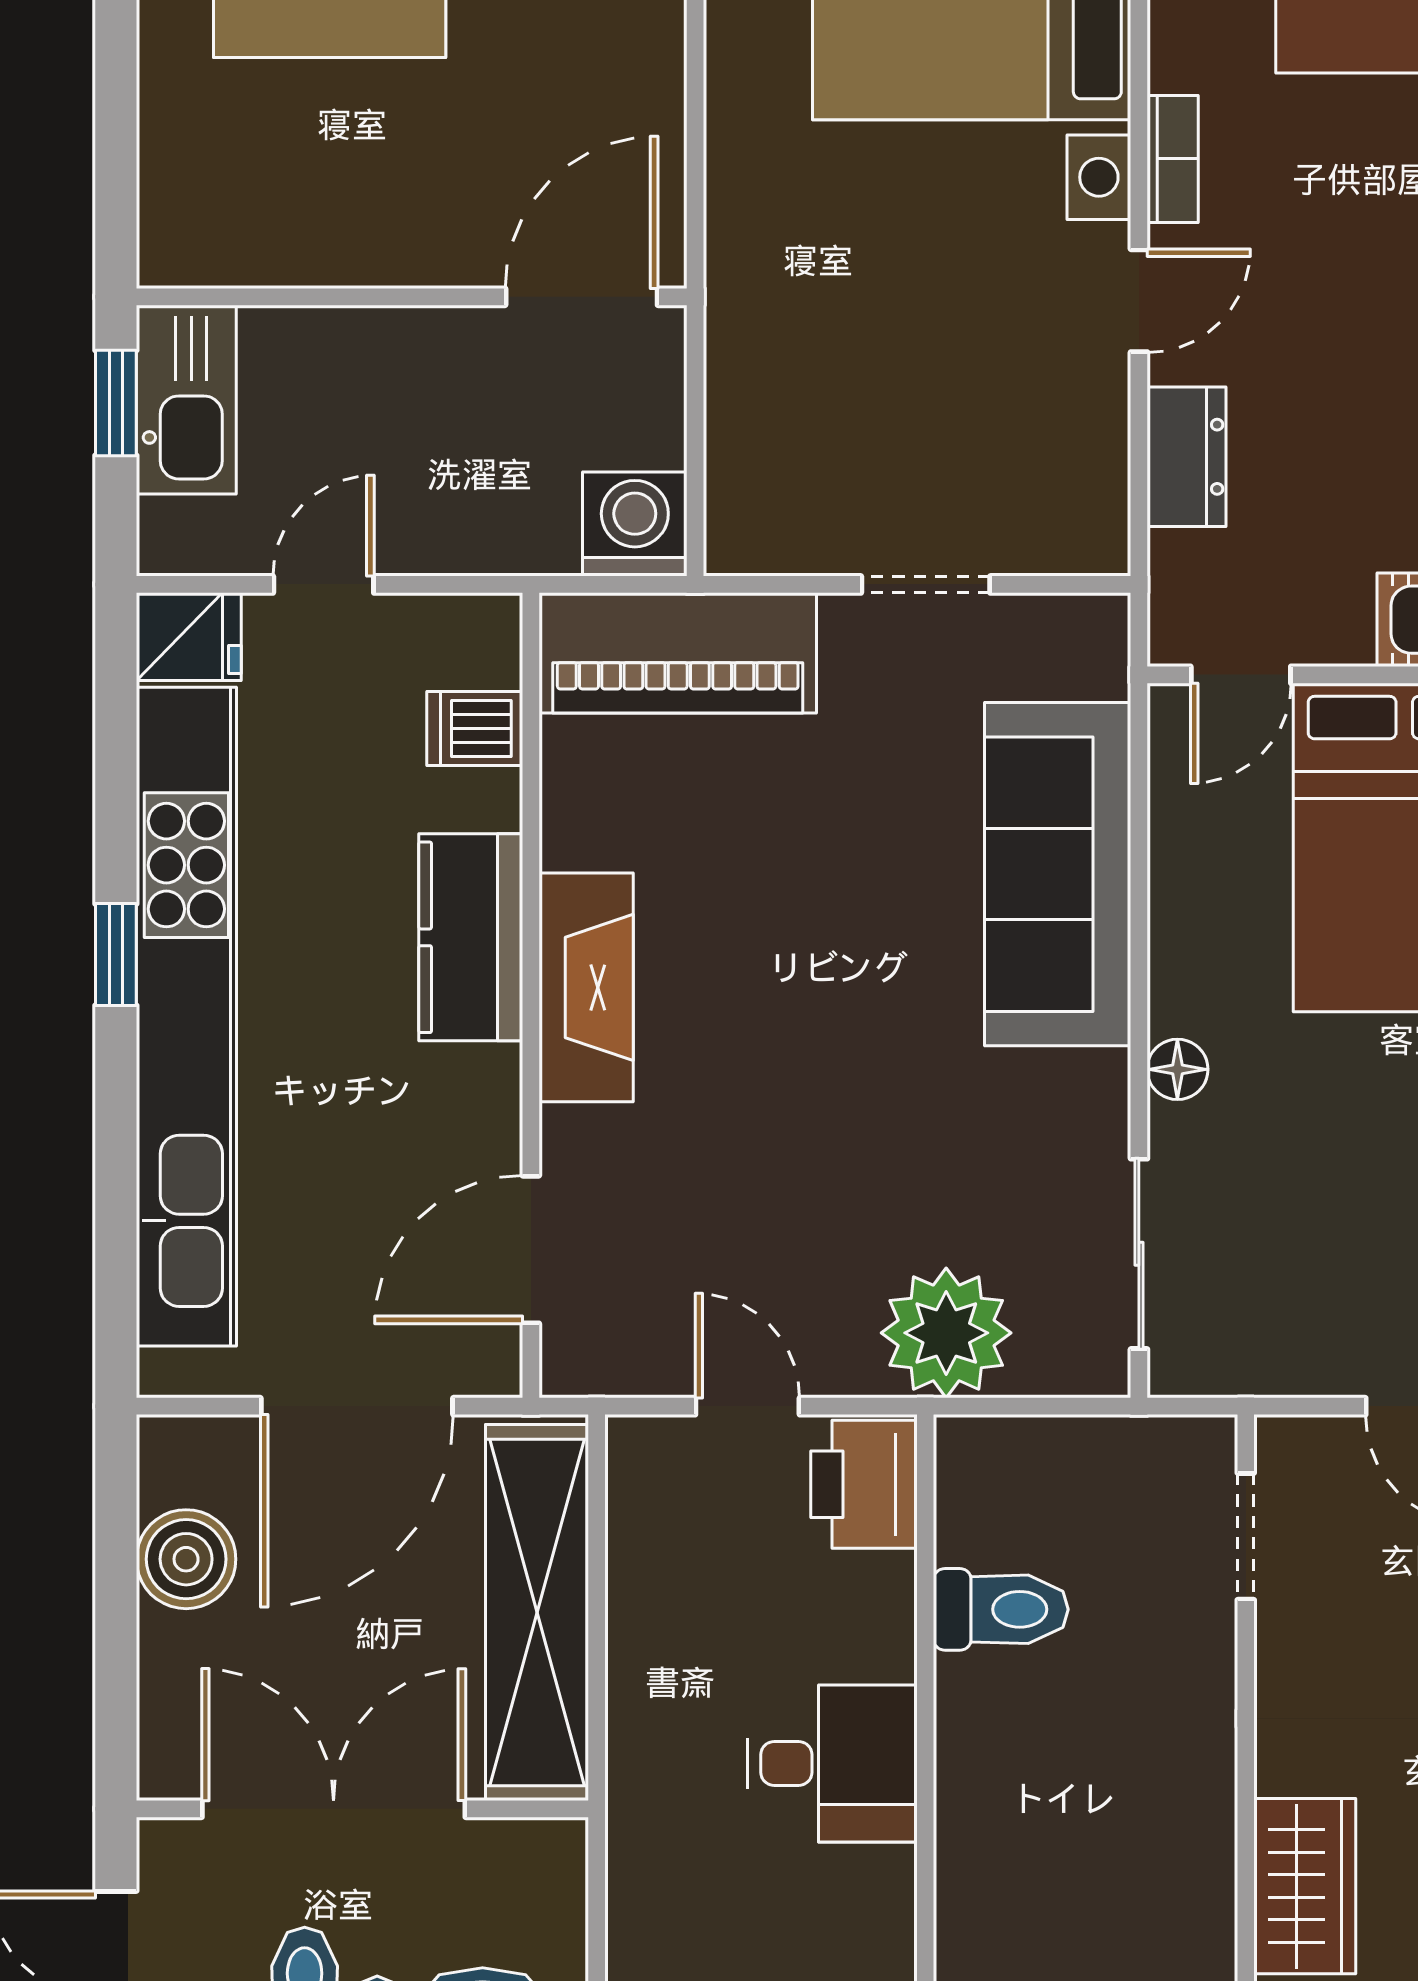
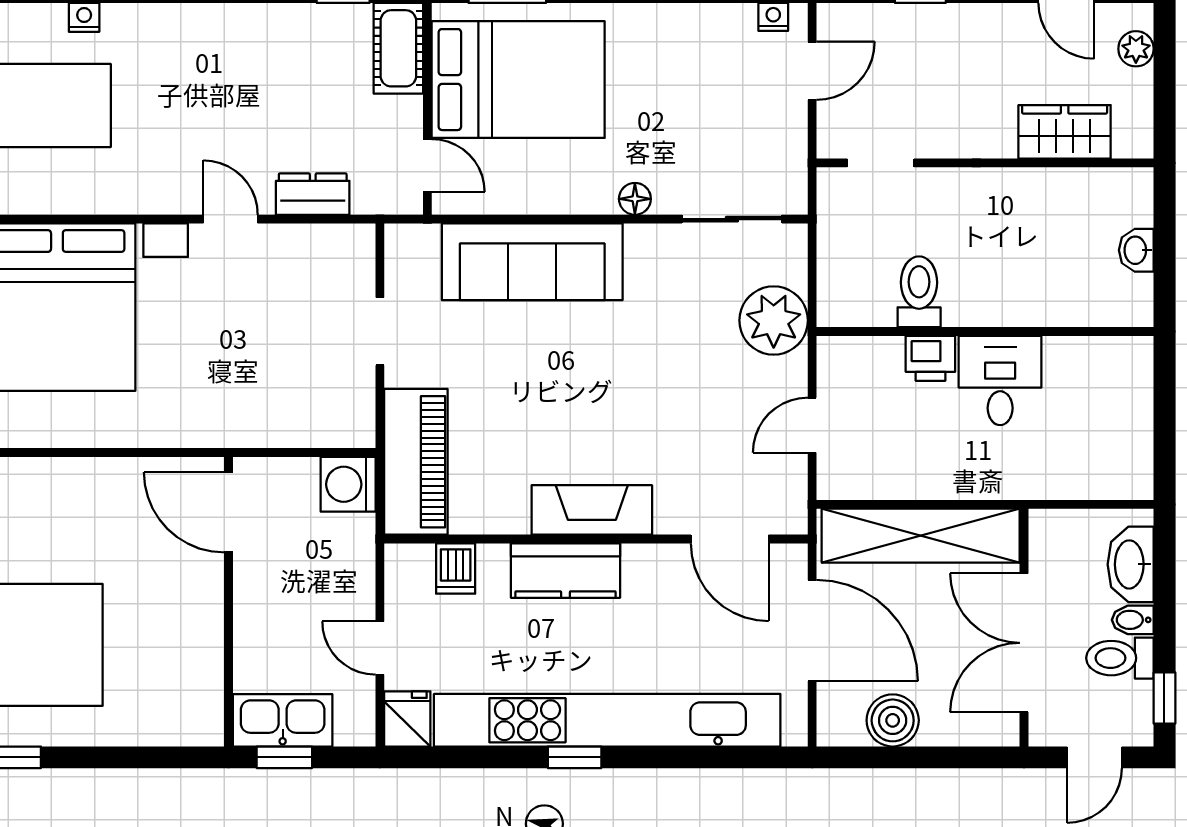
bookcase: (1173, 159) -> (156, 201), removed
printer: (864, 1484) -> (930, 358), moved, width x0.73, depth x0.81

